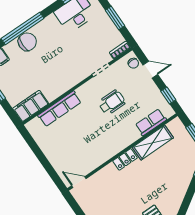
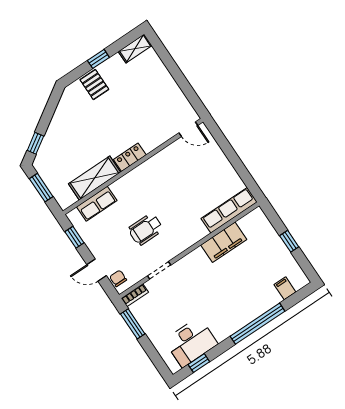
window: (115, 18) -> (133, 324), moved
chair: (27, 42) -> (252, 307), removed
filing cabinet: (31, 106) -> (224, 242), moved
row of seats: (60, 109) -> (229, 210), moved

